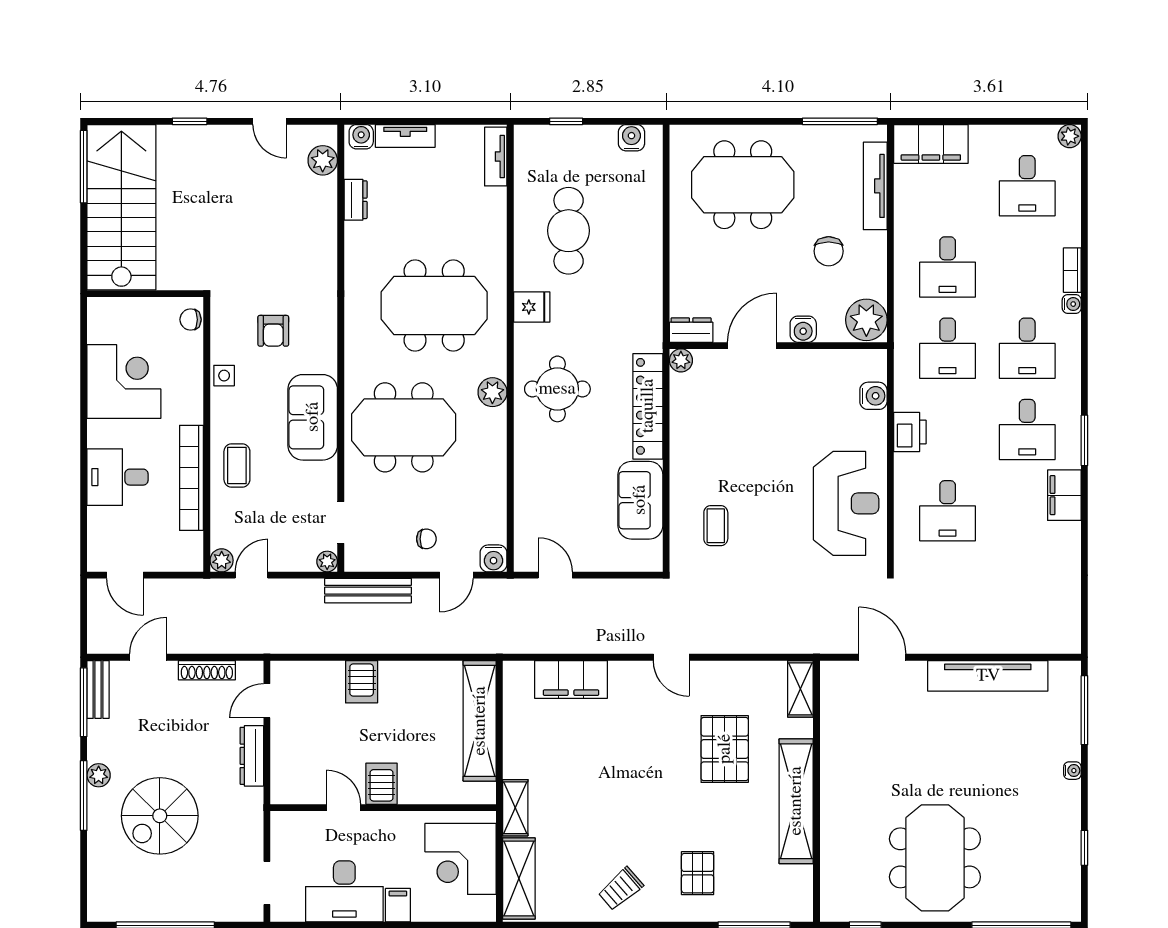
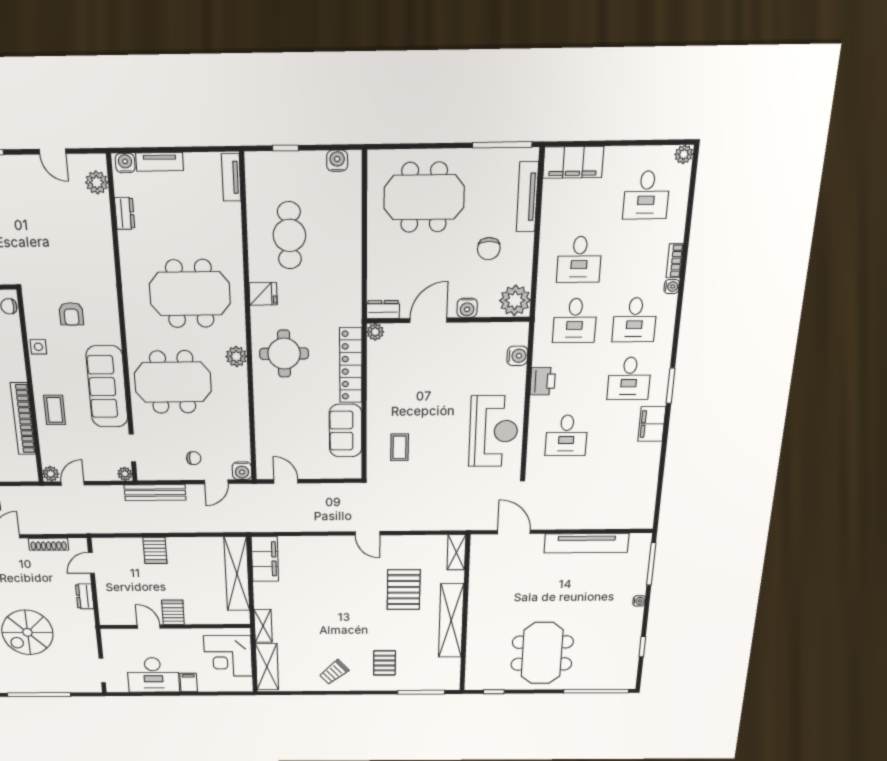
sofa: (313, 417) -> (107, 387), width x1.36
filing cabinet: (571, 679) -> (265, 559), moved, turned -90
dresser: (252, 756) -> (85, 596), width x0.70

